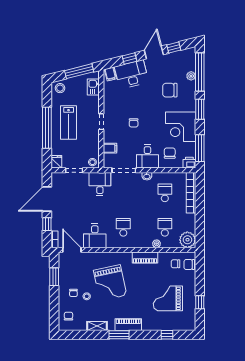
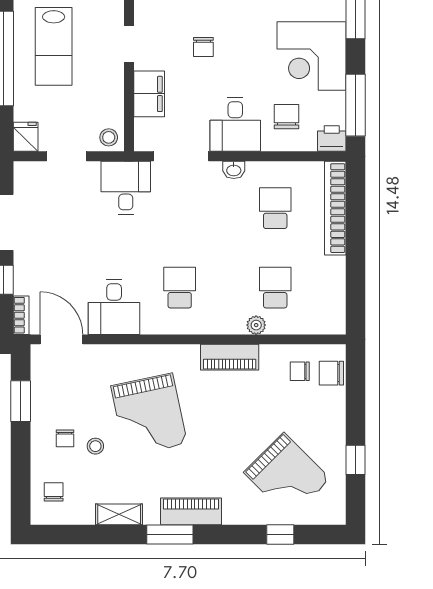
filing cabinet: (110, 148) -> (149, 94), width x2.00
plant: (187, 240) -> (327, 316), removed
grand piano: (168, 298) -> (287, 476), moved, turned -135

